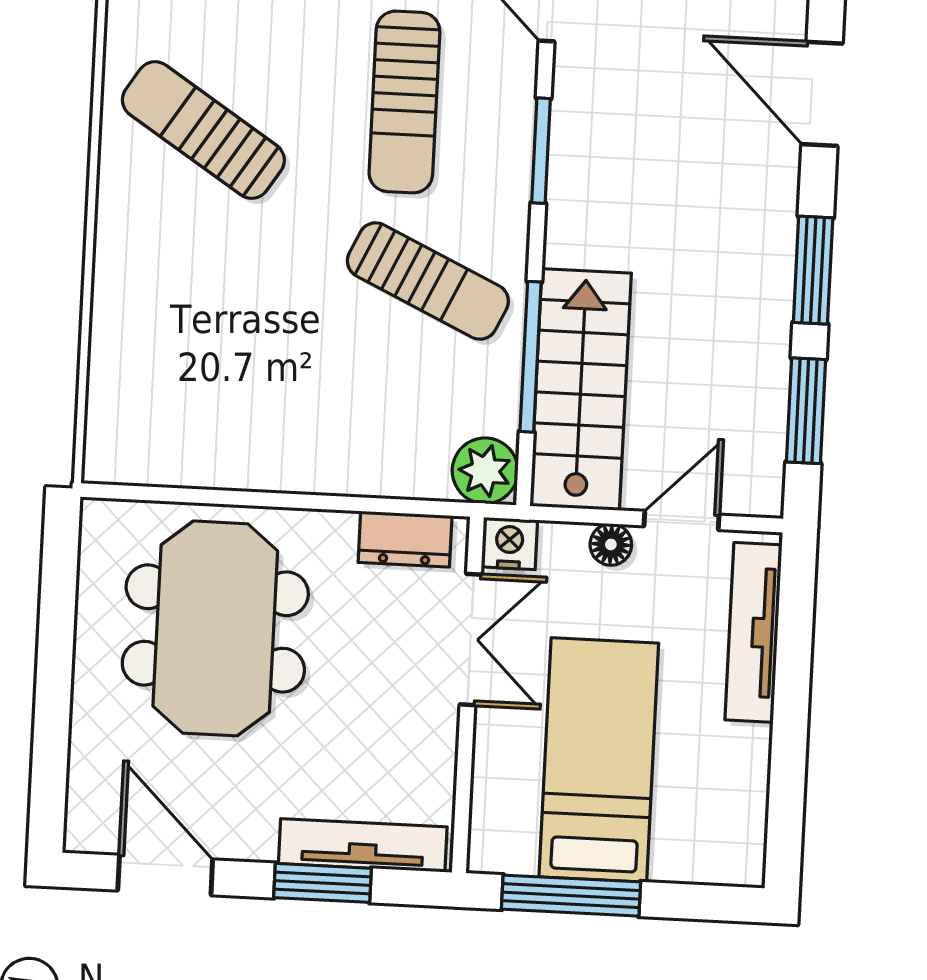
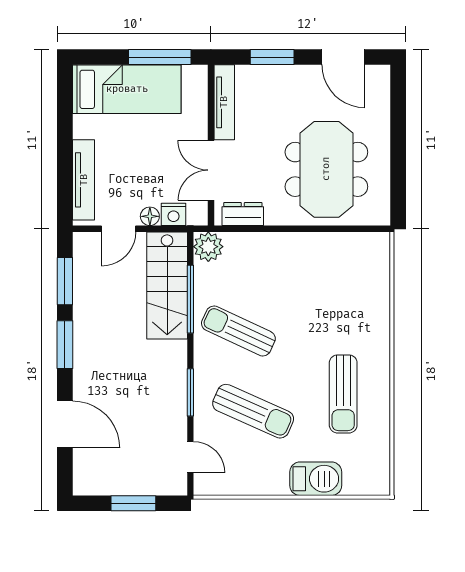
sun lounger: (404, 102) -> (253, 411), turned 114
sun lounger: (203, 130) -> (343, 394), turned 57
nightstand: (509, 544) -> (173, 214), moved
bed: (599, 760) -> (127, 89), moved, turned -90
tv unit: (363, 845) -> (224, 102), moved, turned -90

